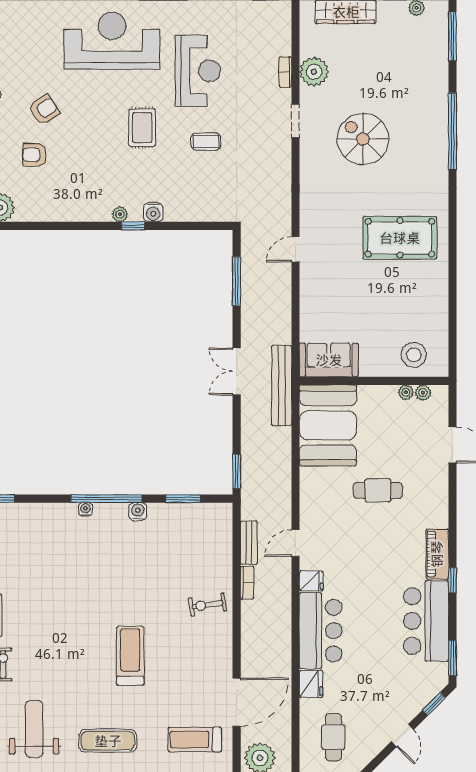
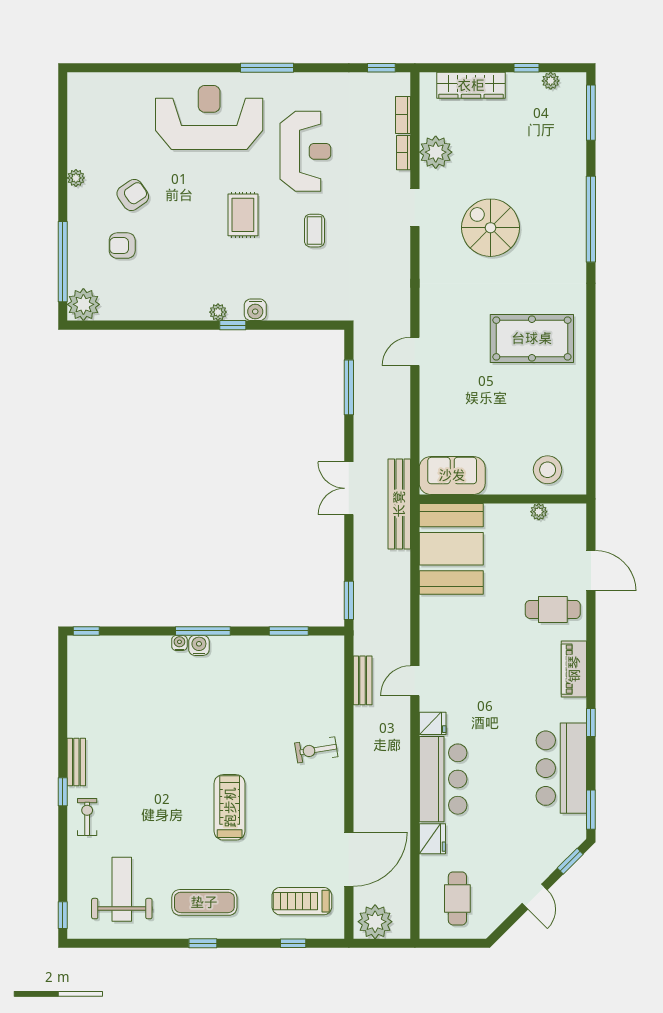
coffee table: (206, 142) -> (314, 231), turned 90
plant: (423, 393) -> (558, 512), removed
cafe table: (378, 490) -> (553, 609), moved
window: (106, 499) -> (203, 631), width x0.68
water cooler: (138, 512) -> (199, 645), moved
piano: (437, 554) -> (574, 669), moved
bookcase: (247, 583) -> (403, 115), moved, turned 180

